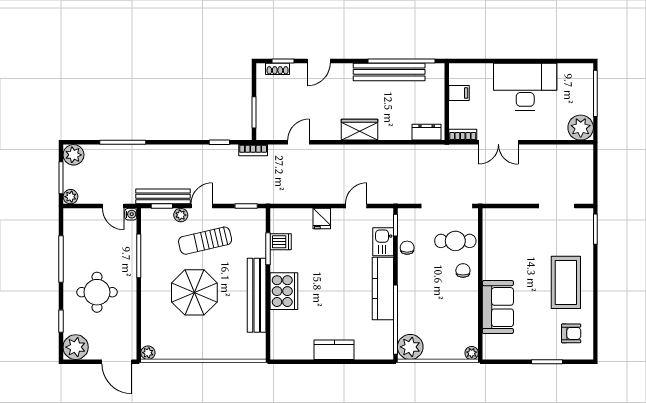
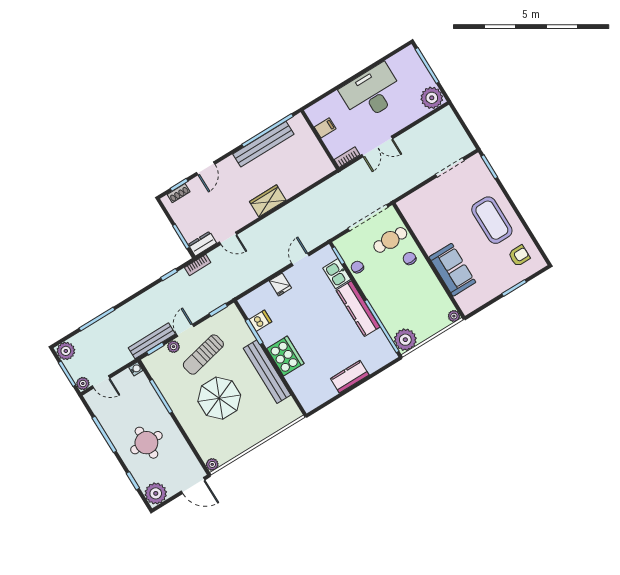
dresser: (427, 132) -> (202, 244), moved
door: (299, 142) -> (228, 238), swing flipped
door: (113, 206) -> (101, 382), moved

